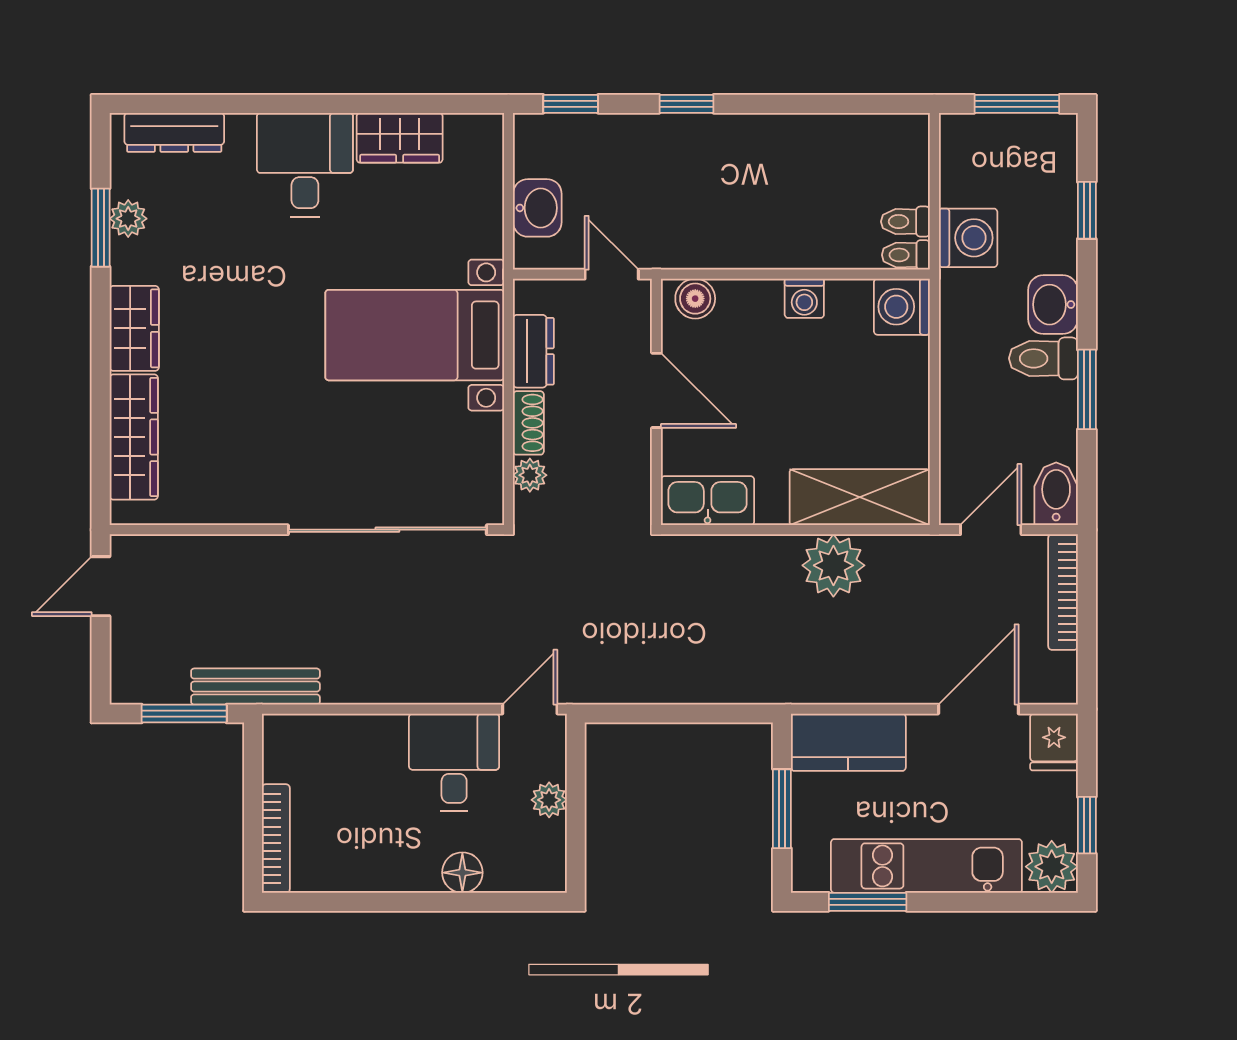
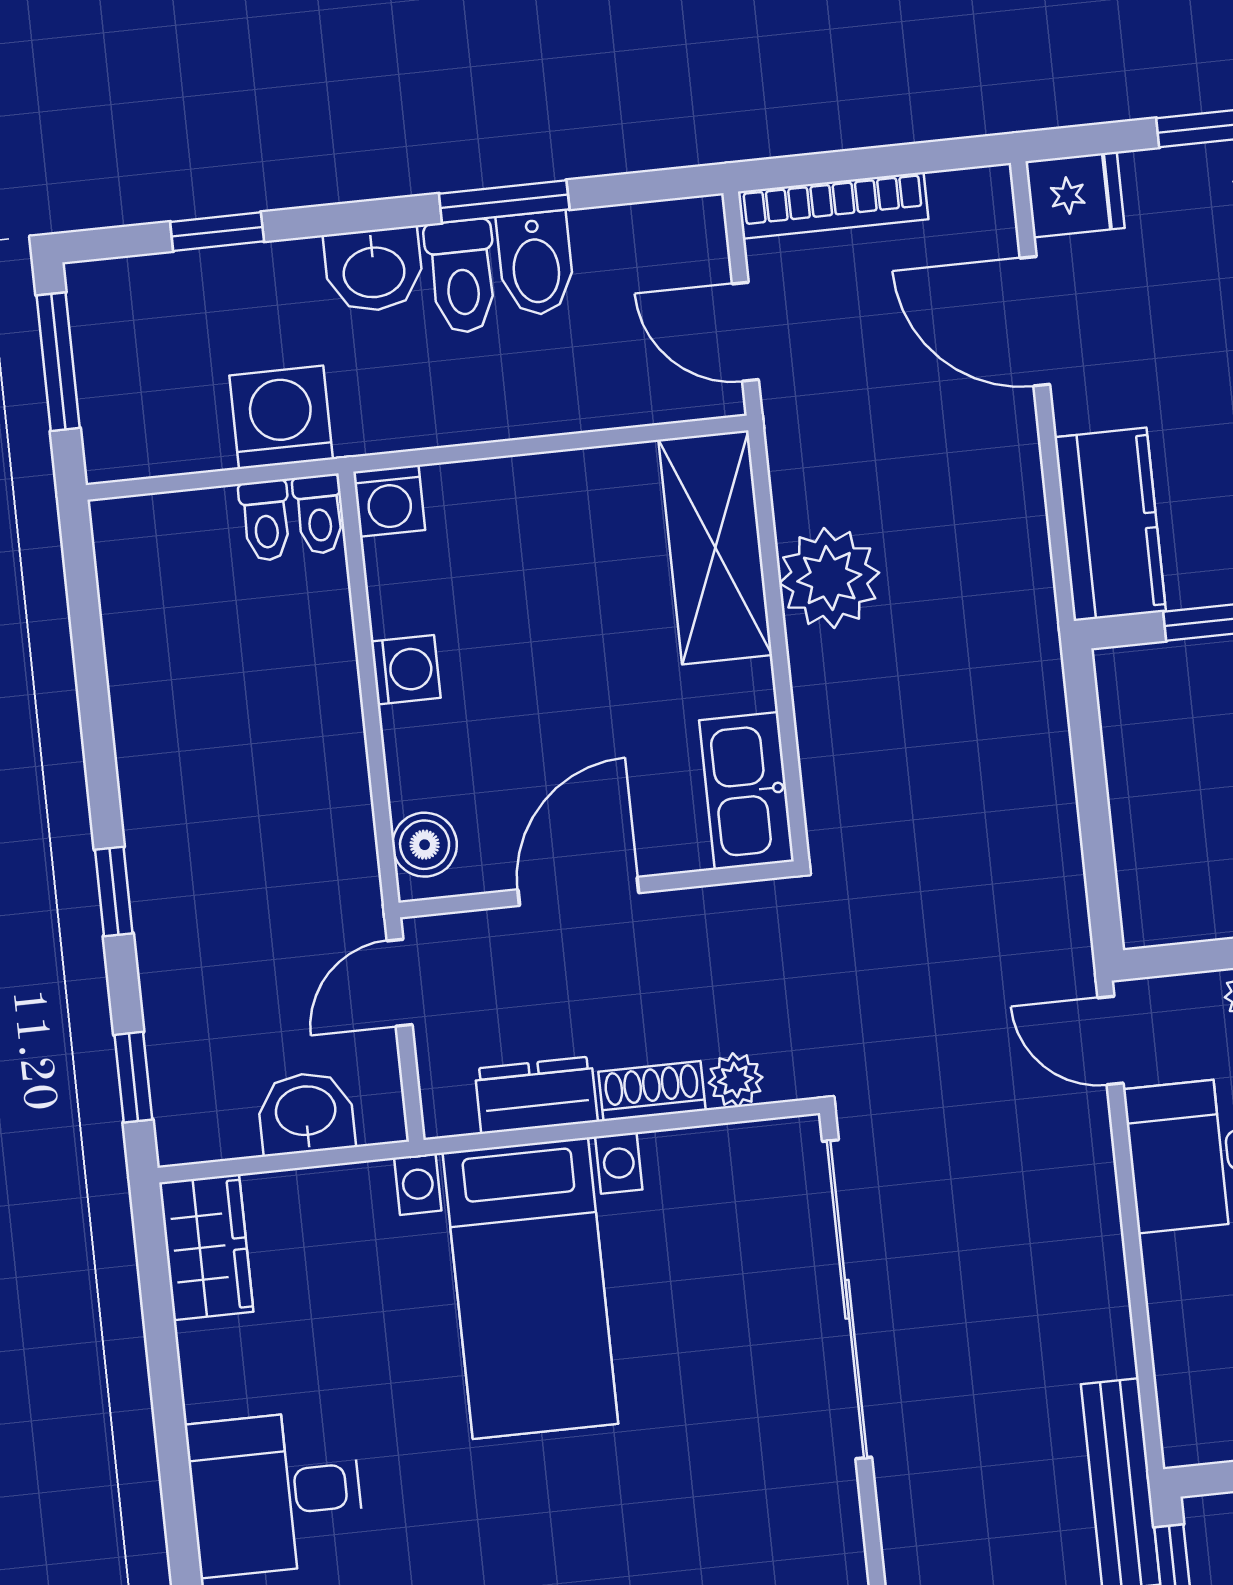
wardrobe: (400, 138) -> (206, 1247), moved
washing machine: (902, 307) -> (389, 501), width x0.73, depth x0.73
bidet: (1056, 494) -> (536, 264), moved, turned -90

